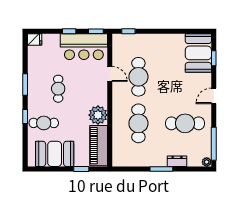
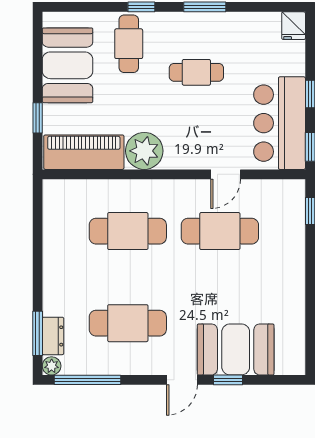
booth: (198, 53) -> (236, 349), moved
window: (214, 58) -> (228, 380), moved
door: (214, 96) -> (182, 380), swing flipped
cafe table: (185, 123) -> (128, 323), turned 90
dresser: (177, 161) -> (53, 336), moved
window: (161, 169) -> (38, 333), moved

